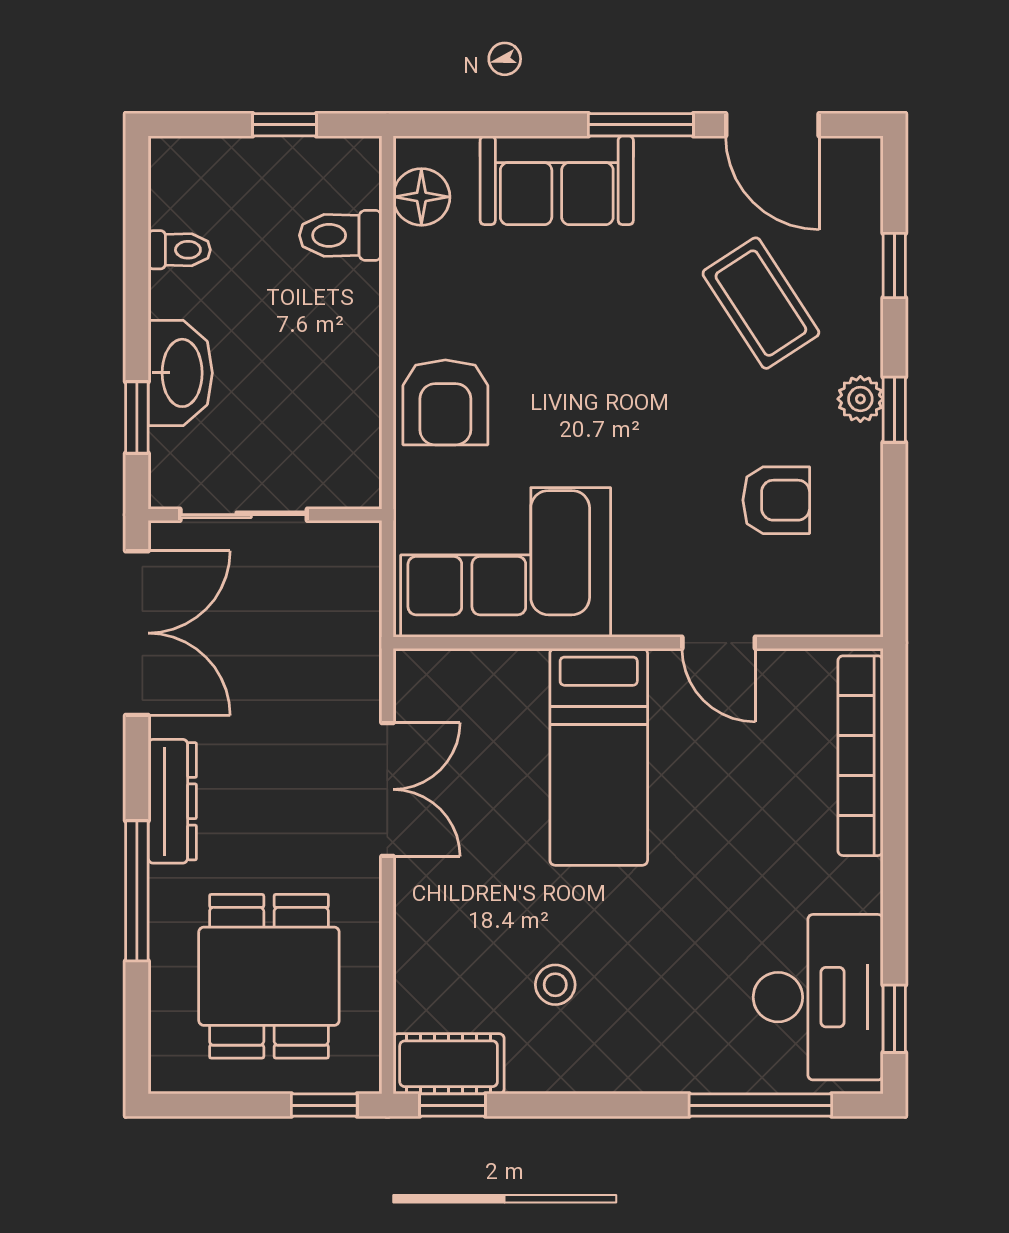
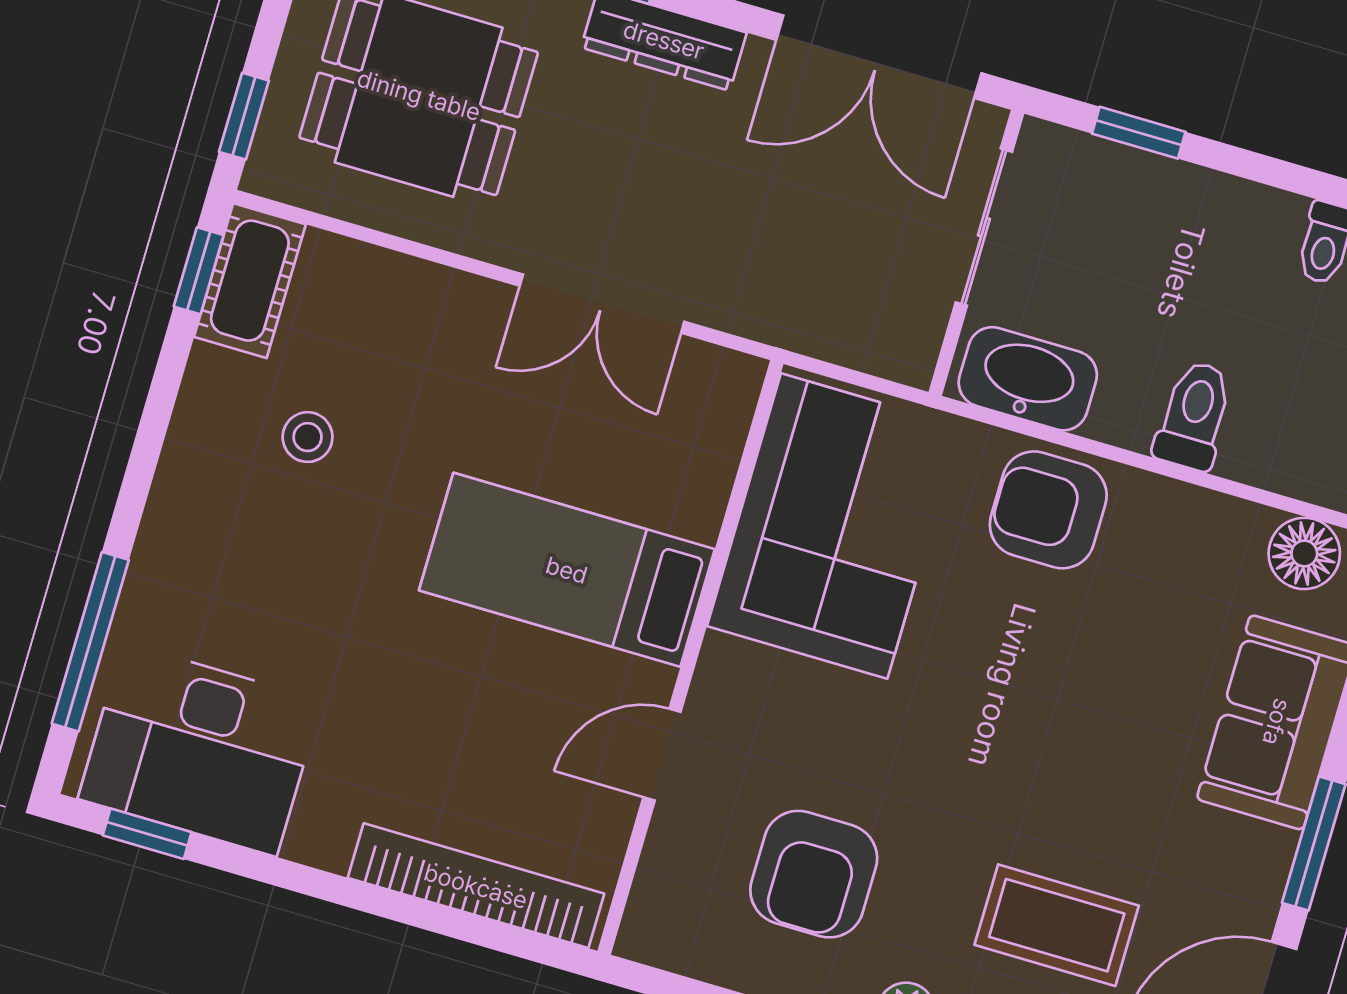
toilet: (341, 235) -> (1194, 415), moved
coffee table: (761, 303) -> (1057, 925), turned 33
washbasin: (180, 373) -> (1028, 379), moved, turned 180
armchair: (776, 500) -> (814, 874), width x1.38, depth x1.38

